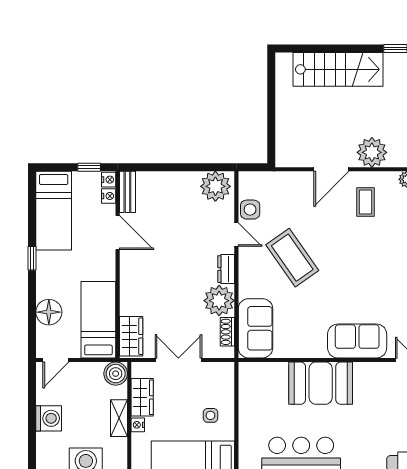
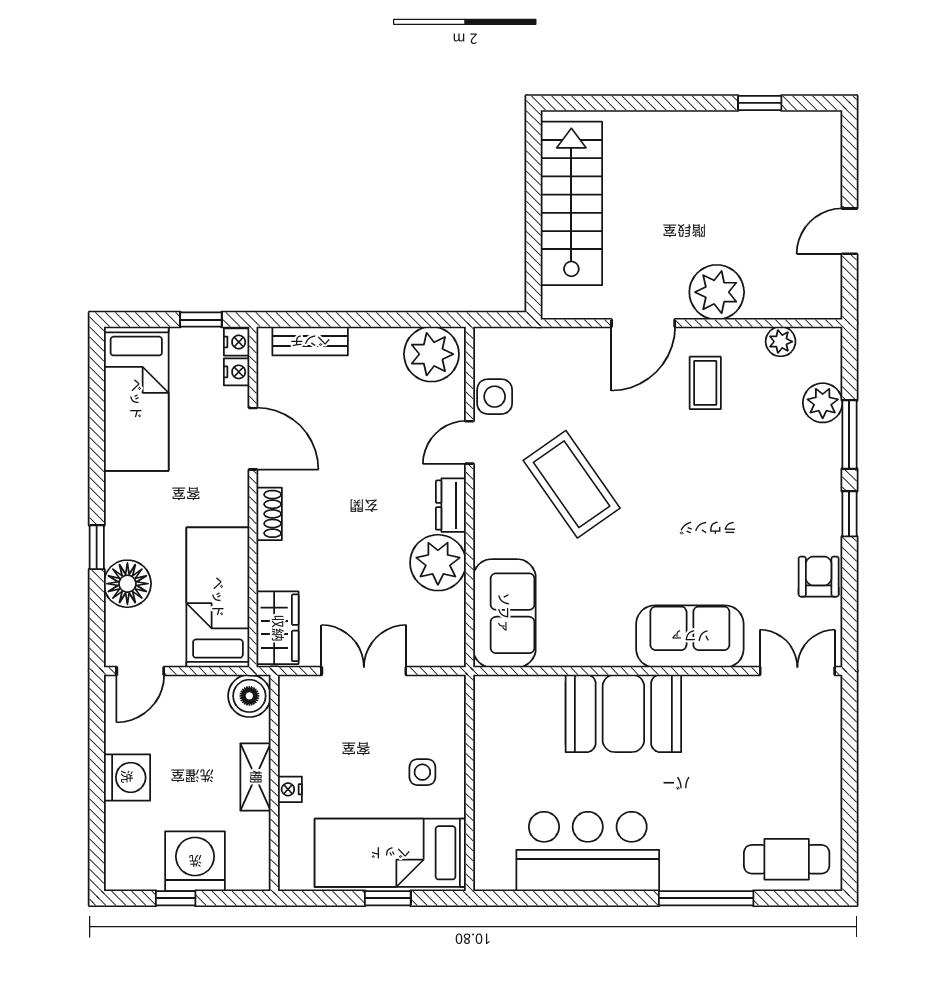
stairs: (338, 69) -> (571, 203), moved, turned -90
bench: (127, 192) -> (310, 341), moved, turned 90
door: (236, 235) -> (470, 442), swing flipped
window: (32, 258) -> (97, 547), moved
shoe rack: (227, 332) -> (269, 514), moved, turned 180
wardrobe: (142, 397) -> (298, 739), removed

